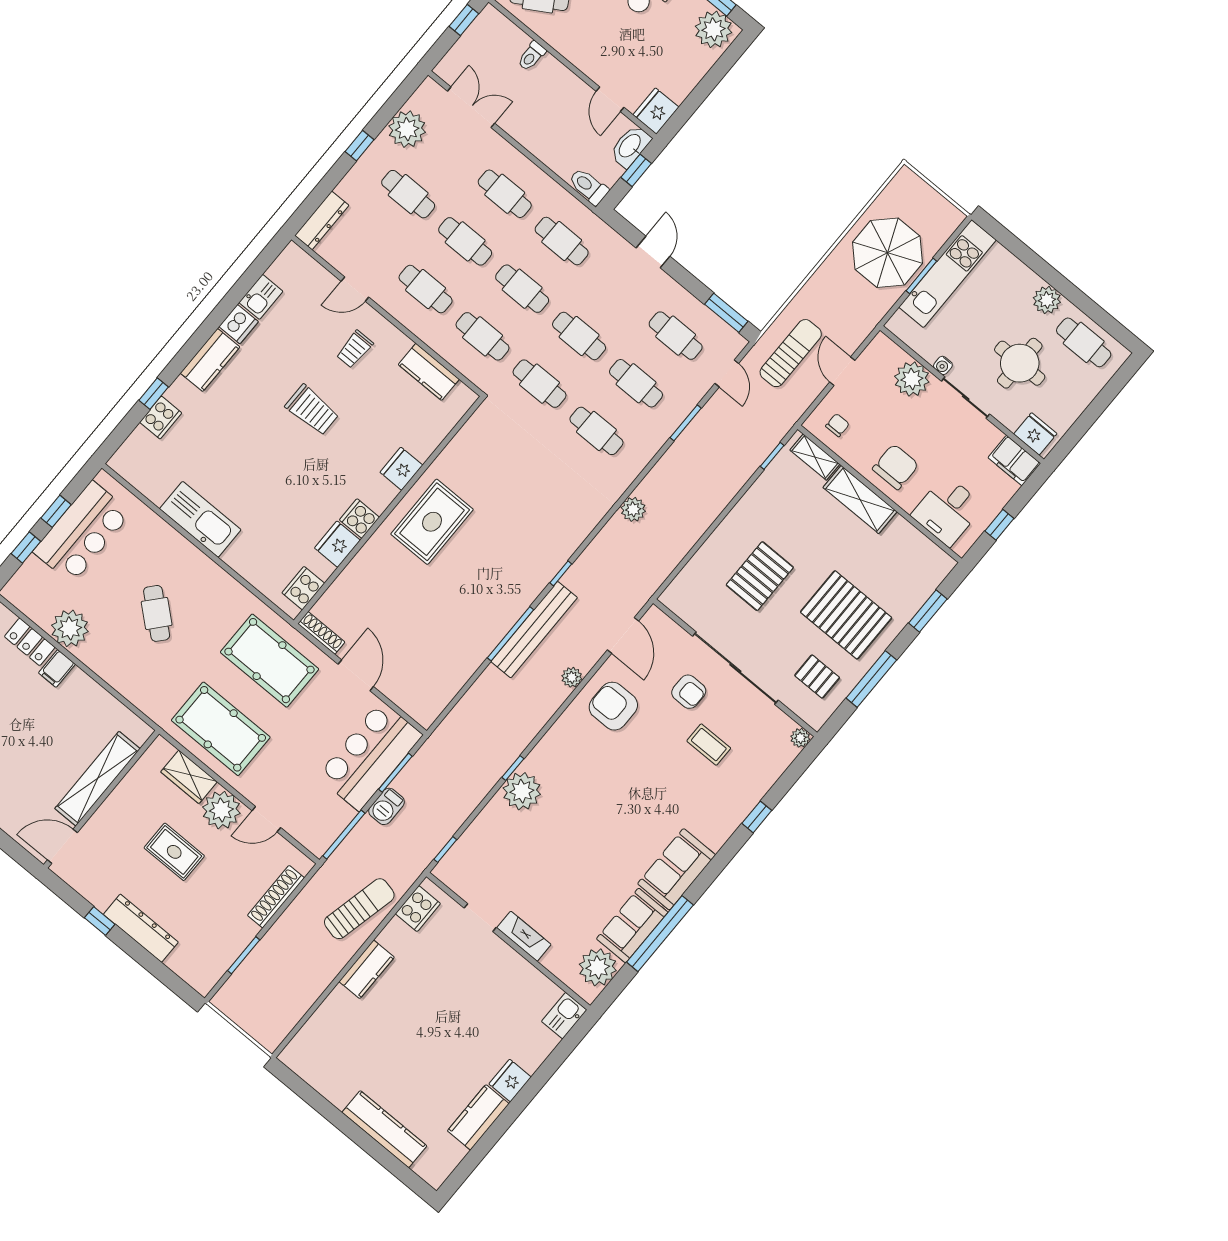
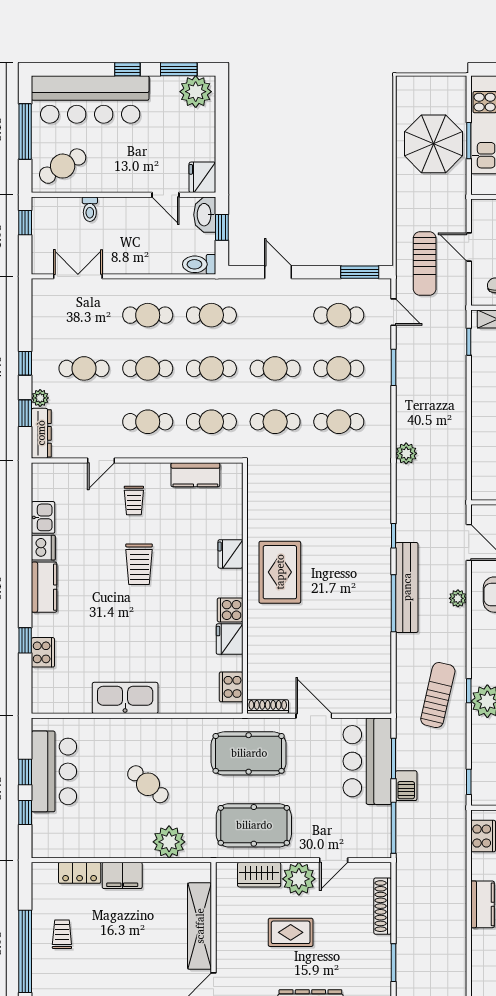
plant: (407, 129) -> (40, 398), moved, width x0.53, depth x0.53
window: (322, 190) -> (25, 413), added
sun lounger: (791, 353) -> (425, 263), turned 180
trolley: (312, 410) -> (139, 564), turned 90
plant: (70, 628) -> (169, 842), moved
filing cabinet: (57, 668) -> (122, 875), width x2.00
sun lounger: (359, 909) -> (438, 695), moved

